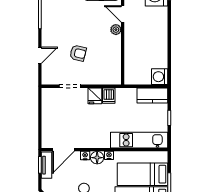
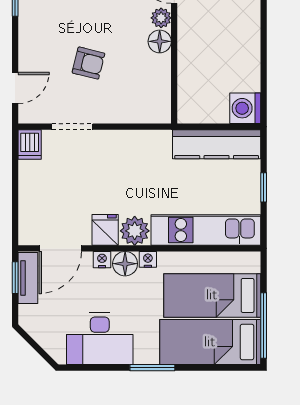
floor lamp: (115, 42) -> (160, 41), added
door: (40, 55) -> (15, 88), moved
kitchen counter: (152, 95) -> (217, 144), width x1.50
fridge: (95, 96) -> (105, 230), moved, turned 180
dishwasher: (109, 96) -> (30, 145), moved
plant: (102, 140) -> (135, 231), added

